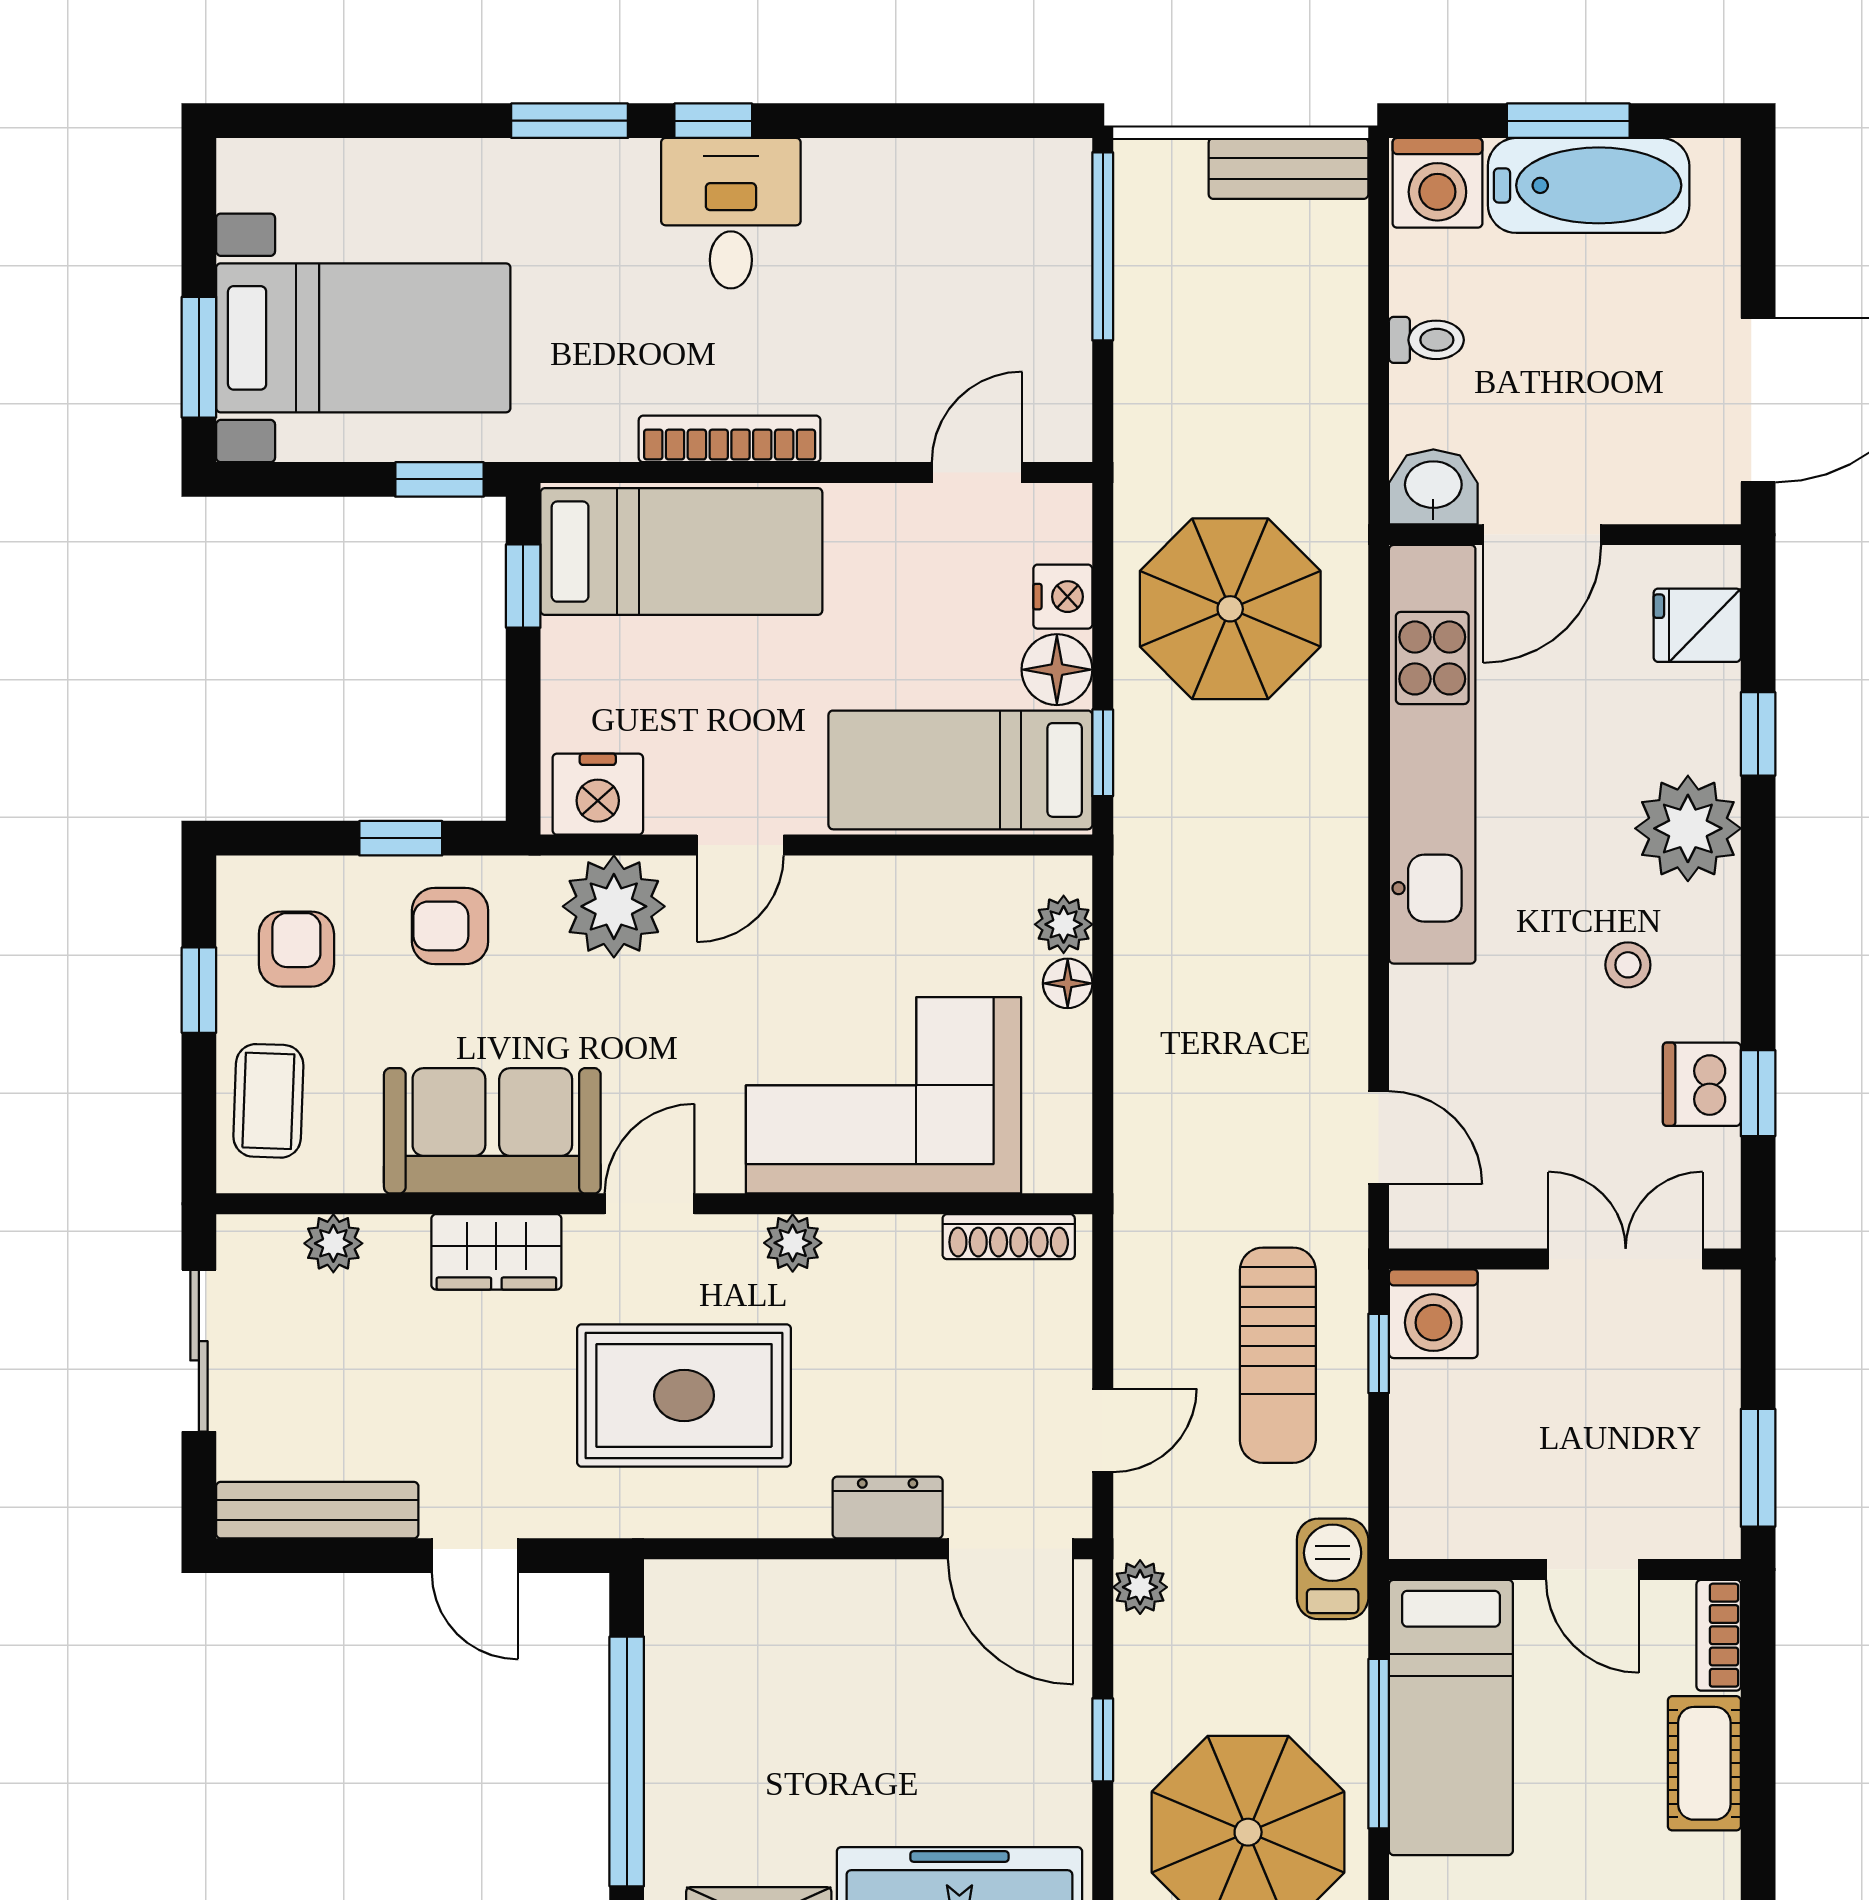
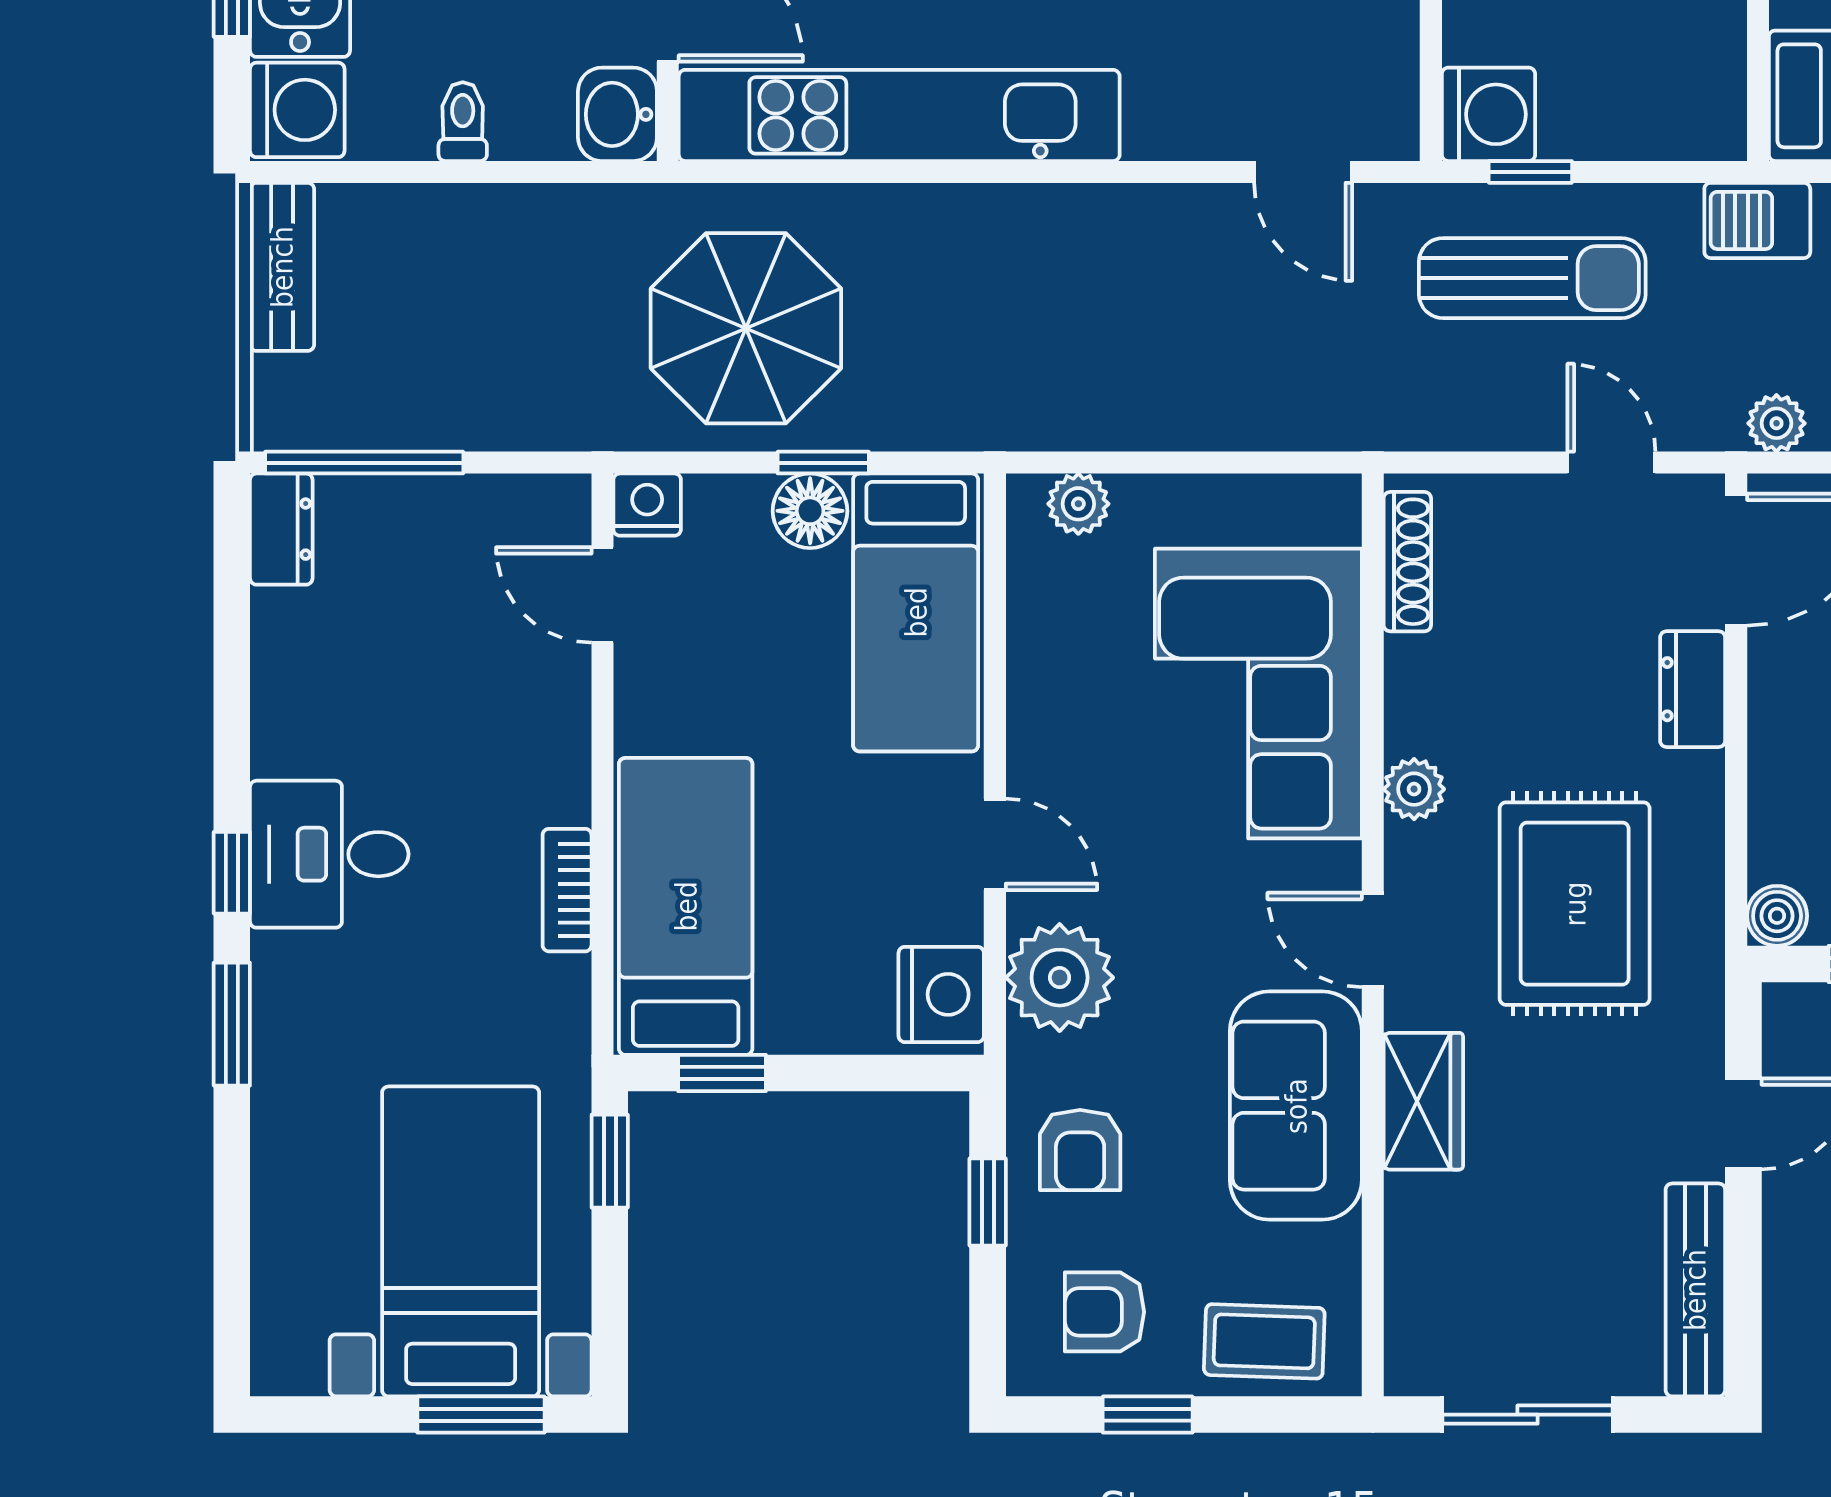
dresser: (1040, 168) -> (281, 529), added
bookcase: (730, 439) -> (567, 890), width x0.64
nightstand: (1063, 597) -> (647, 505), moved
window: (1103, 753) -> (823, 463), moved
floor lamp: (1068, 983) -> (1141, 500), removed
door: (1379, 1138) -> (1303, 172), swing flipped
plant: (333, 1243) -> (1414, 1273), removed
boiler: (672, 1588) -> (1777, 916), added

